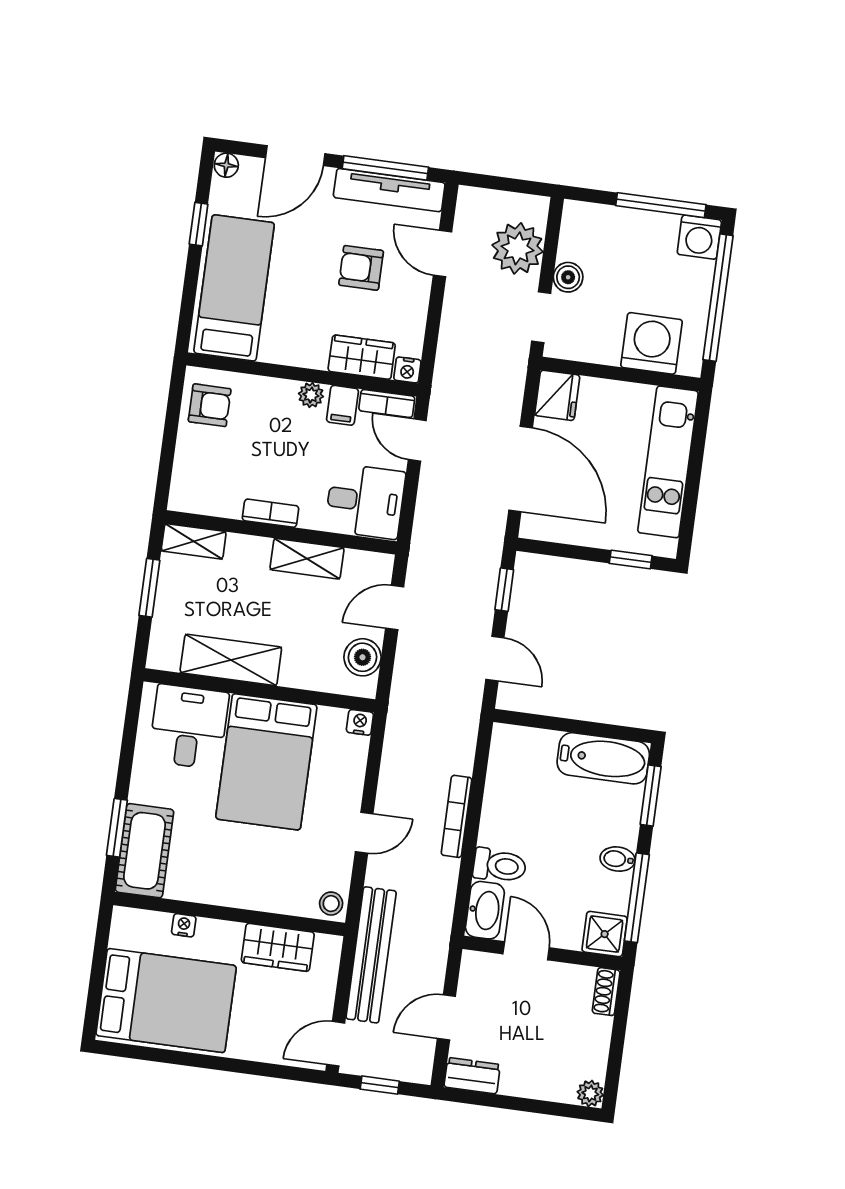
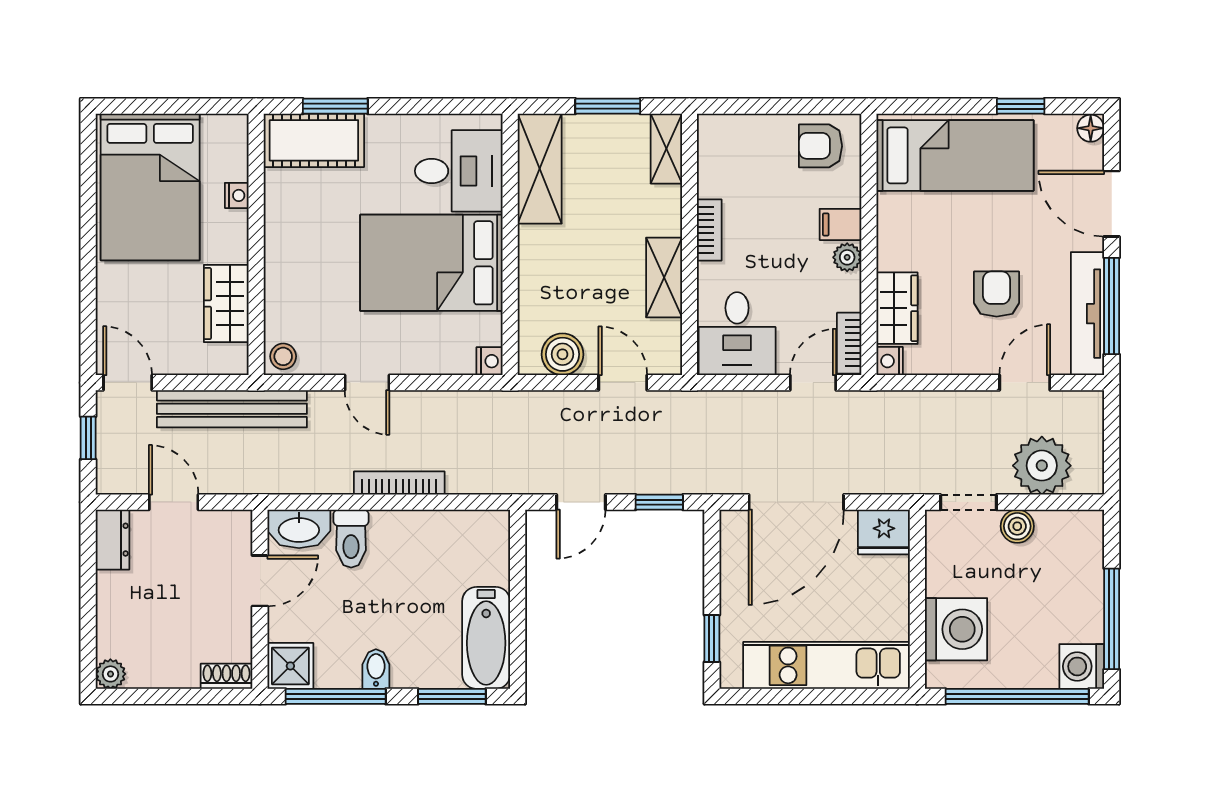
armchair: (210, 405) -> (820, 146), turned 90
filing cabinet: (342, 405) -> (840, 224), moved
shelving: (231, 660) -> (540, 169), moved

